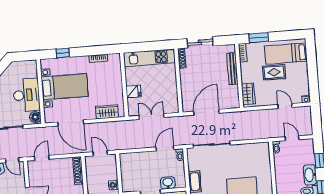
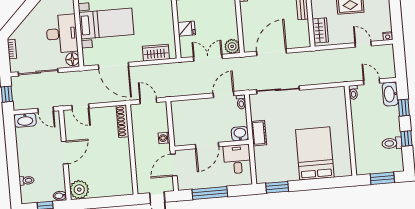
plant: (173, 107) -> (232, 46), added
door: (42, 158) -> (80, 107), swing flipped
washbasin: (310, 175) -> (390, 94), moved
washbasin: (168, 183) -> (240, 134), moved

